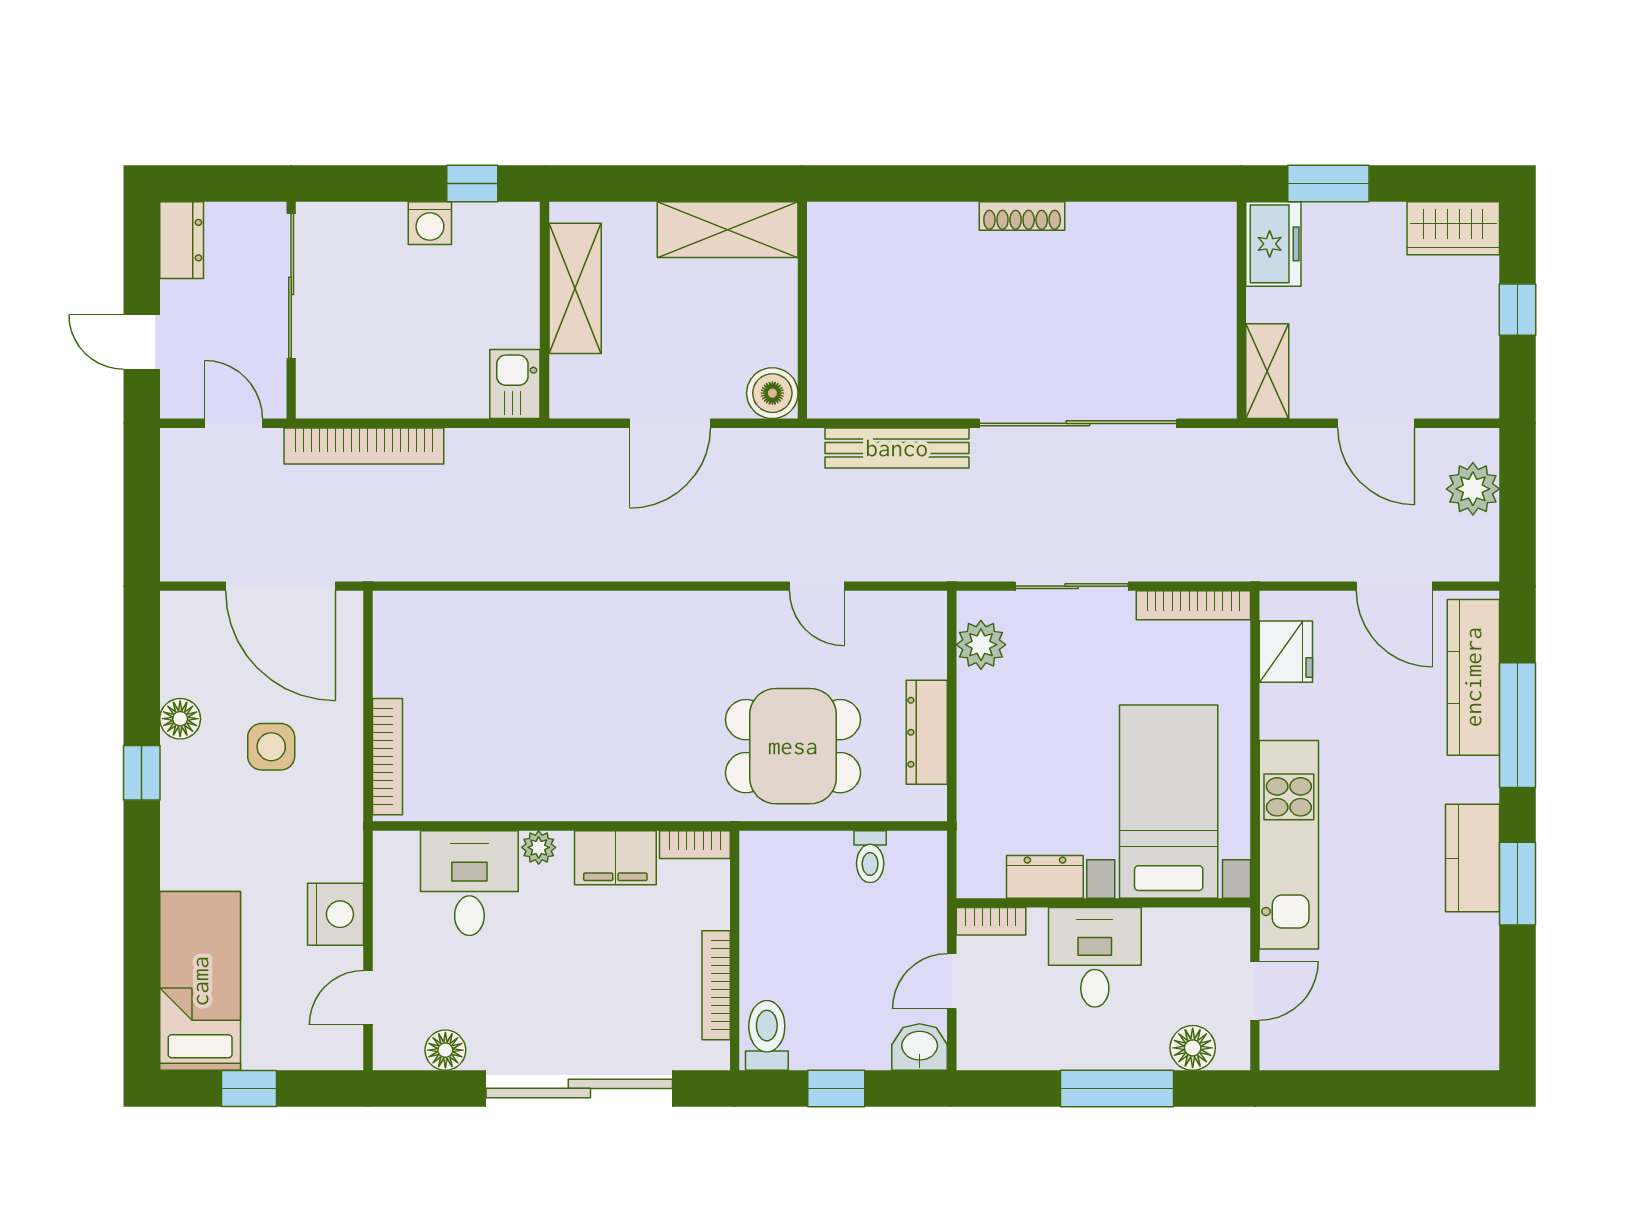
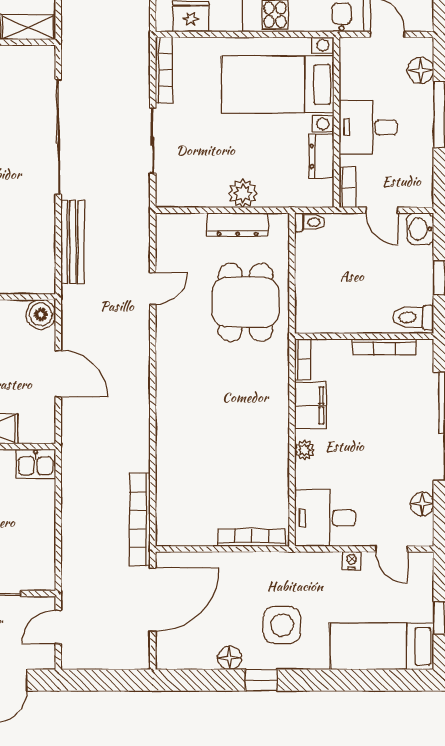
bookcase: (364, 446) -> (140, 520), moved, turned 180
plant: (981, 645) -> (243, 193), moved
side table: (271, 747) -> (282, 625), moved, width x1.37, depth x1.37
toilet: (870, 857) -> (310, 222), moved
desk: (469, 883) -> (325, 518), moved
nightstand: (336, 914) -> (352, 561), width x0.53, depth x0.56

